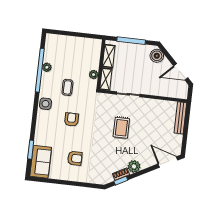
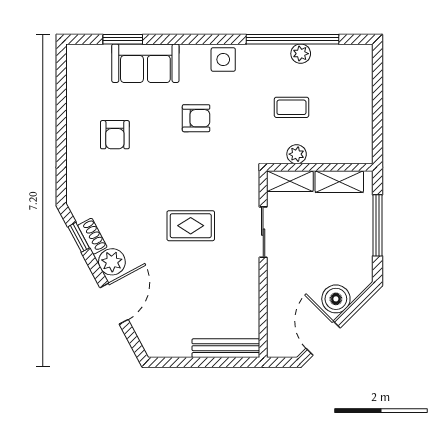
boiler: (157, 56) -> (336, 299), moved
coffee table: (67, 87) -> (291, 107), moved
sofa: (41, 162) -> (145, 63), moved
door: (168, 162) -> (114, 304), moved

